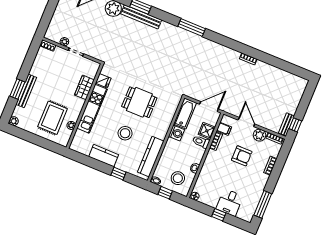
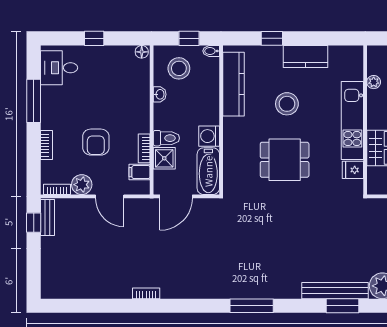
armchair: (242, 156) -> (96, 142), turned -90
desk: (230, 202) -> (59, 68), moved, turned -90
window: (263, 204) -> (34, 101), moved

